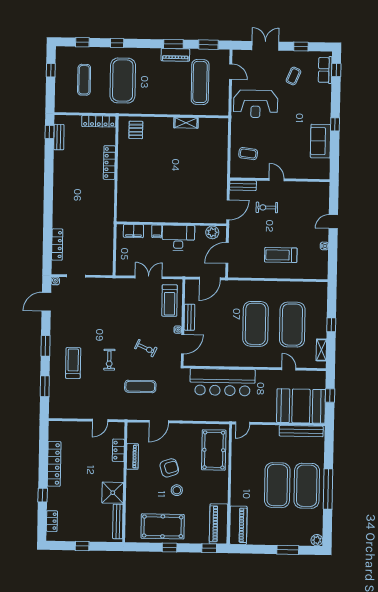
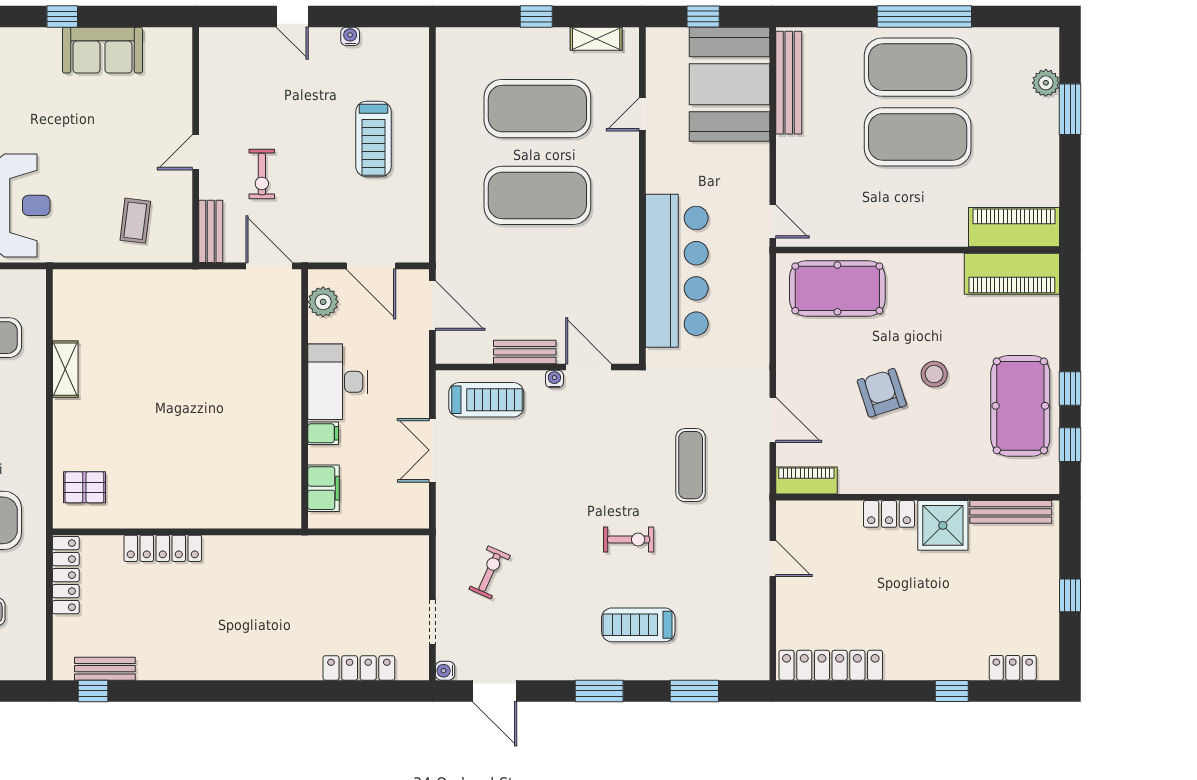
exercise bike: (146, 348) -> (490, 572), moved
locker: (118, 450) -> (889, 514), moved
piano: (132, 456) -> (806, 480), moved
locker: (54, 464) -> (831, 665), moved
plant: (317, 540) -> (1046, 83), moved
window: (209, 548) -> (1070, 445), moved

